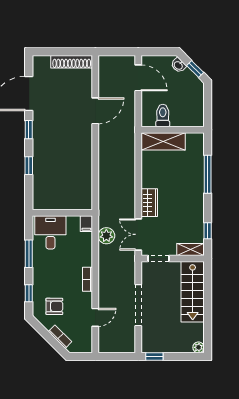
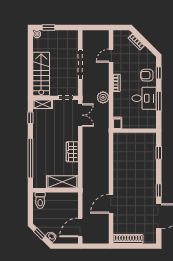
door: (138, 78) -> (80, 227), hinge flipped
toilet: (163, 115) -> (40, 200), moved
window: (29, 166) -> (159, 153), moved
window: (208, 174) -> (30, 158), width x1.46
wardrobe: (149, 203) -> (72, 152), moved
desk: (50, 232) -> (144, 98), moved, turned -90
plant: (106, 236) -> (103, 97), moved
armchair: (54, 306) -> (147, 75), moved
window: (154, 356) -> (48, 28), moved

